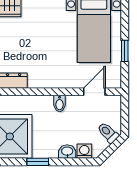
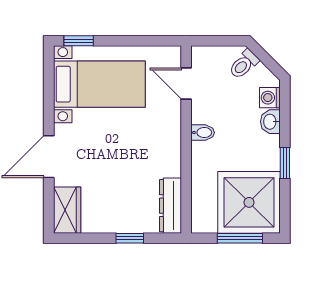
window: (125, 51) -> (79, 41), moved

